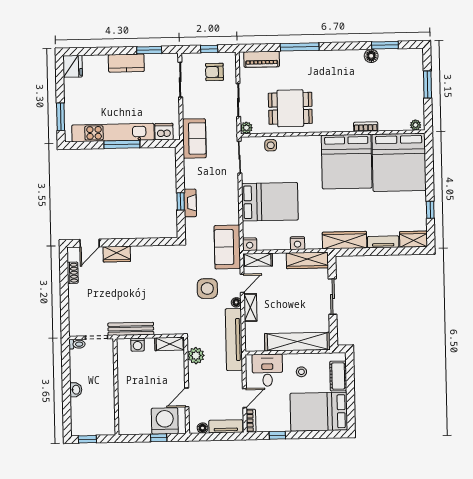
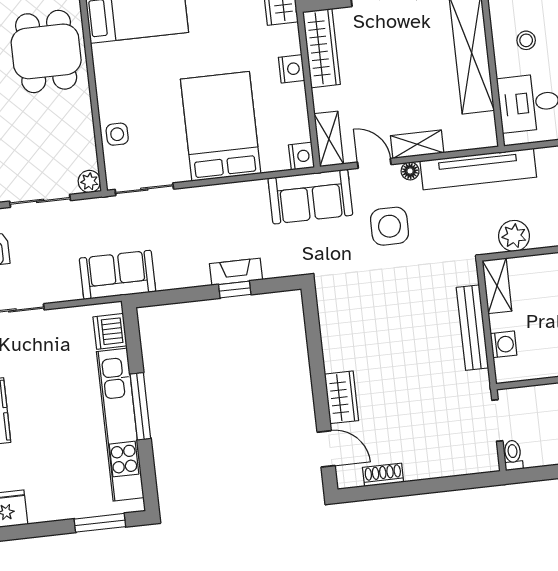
dining table: (290, 108) -> (46, 51), moved
bench: (131, 329) -> (472, 328), moved

